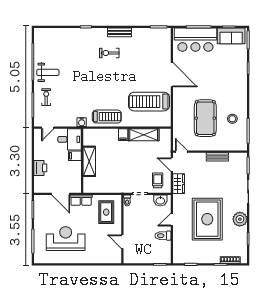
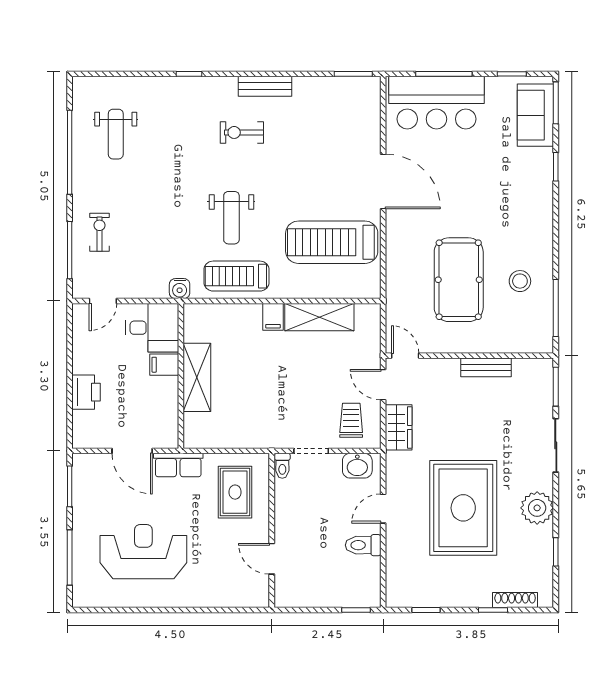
sofa: (231, 36) -> (535, 115), moved, turned 90
weight bench: (48, 72) -> (116, 134), moved, turned 90
weight bench: (105, 91) -> (231, 218), added
treadmill: (107, 117) -> (237, 276), turned 180

